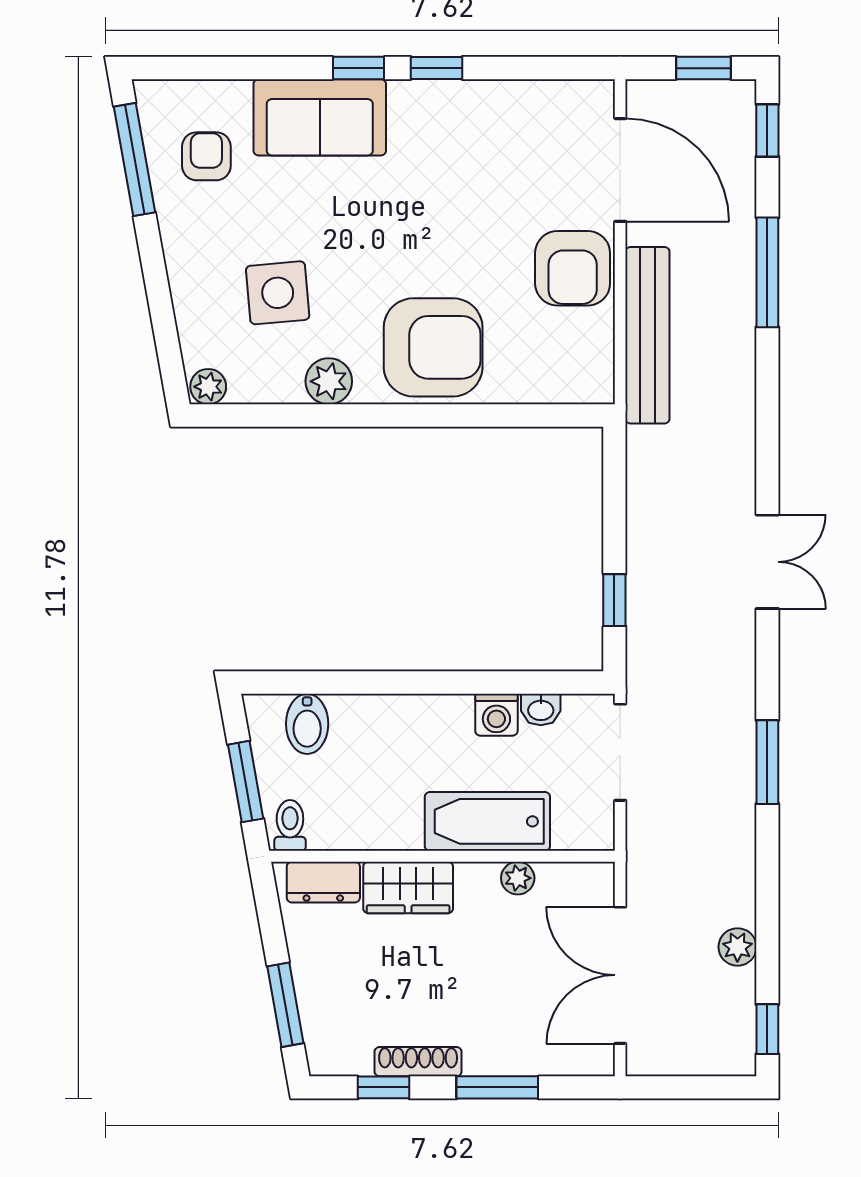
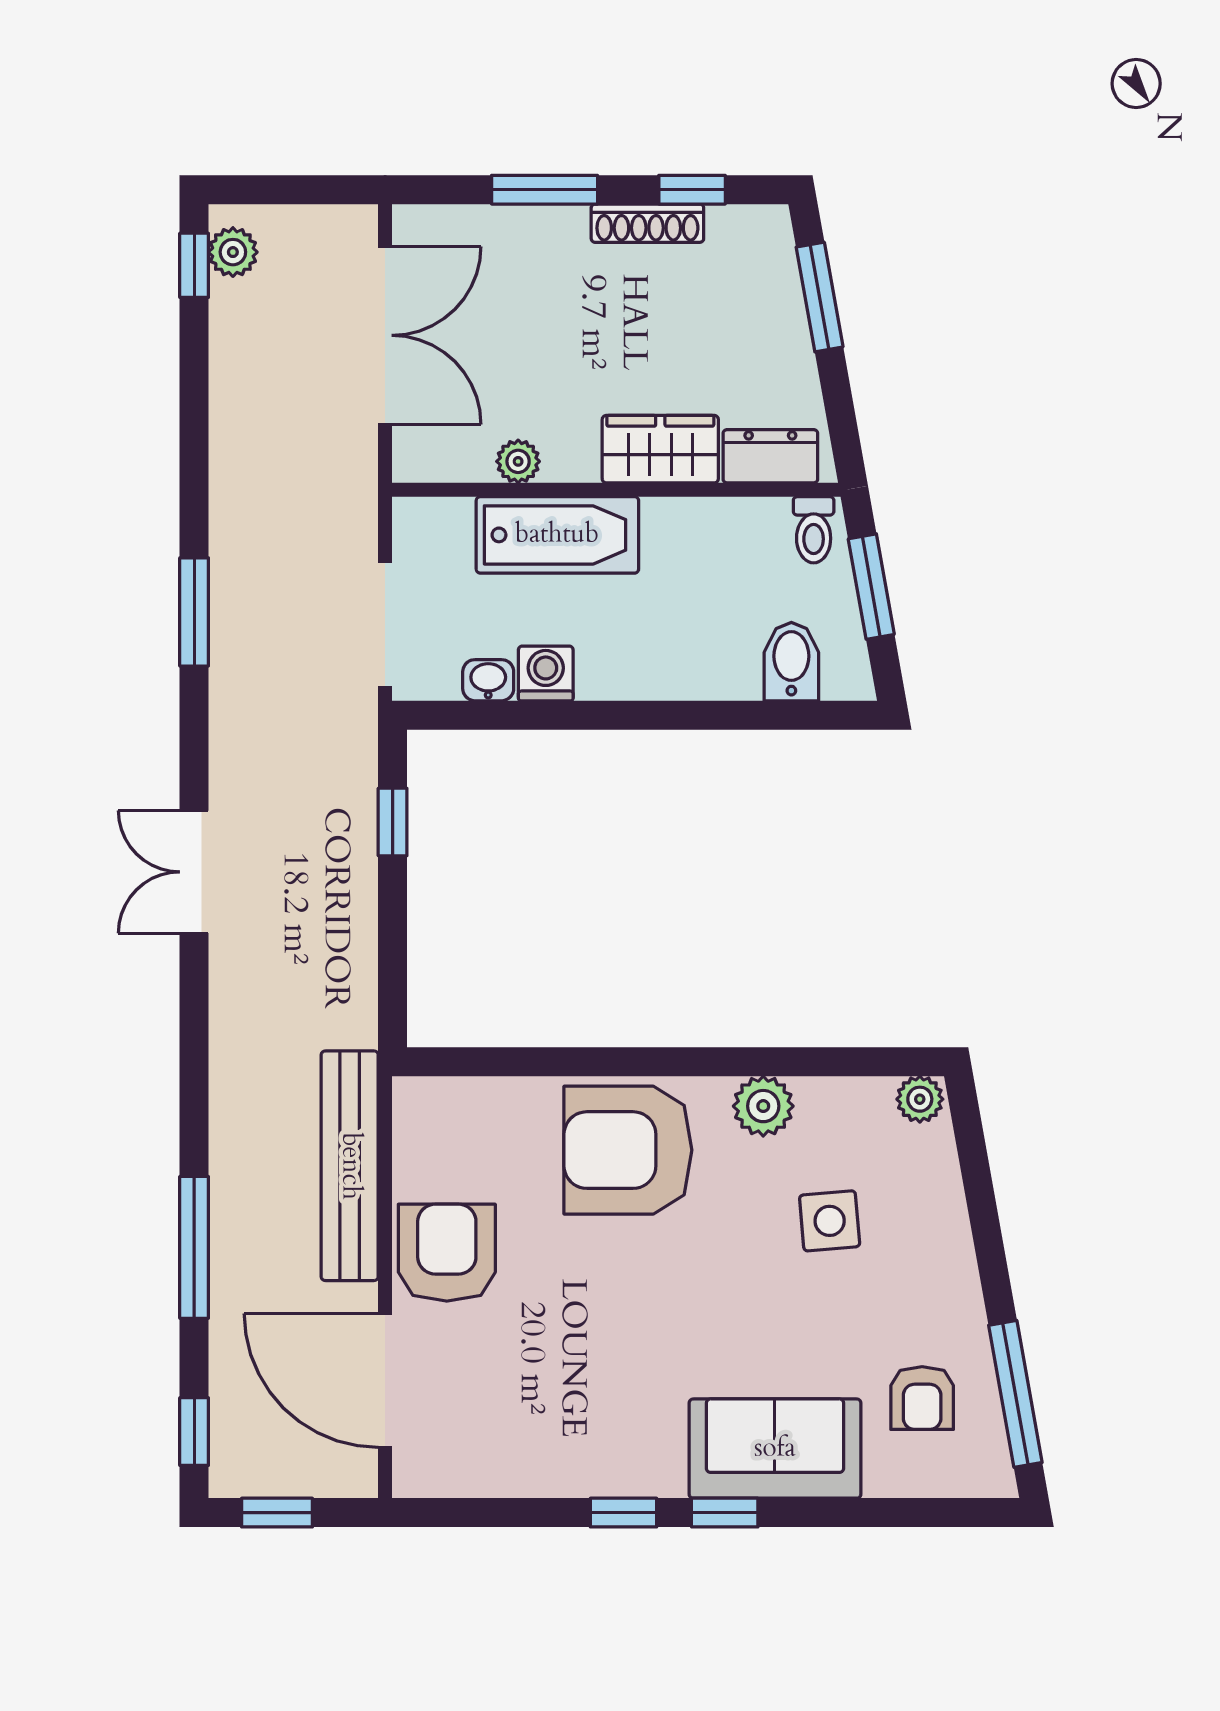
side table: (278, 293) -> (830, 1221), width x0.73, depth x0.73
plant: (737, 947) -> (233, 252), moved

